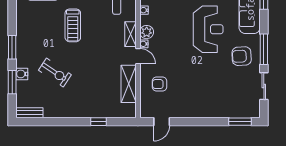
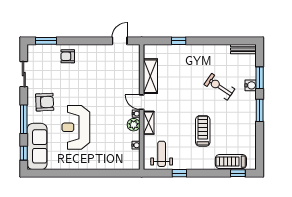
window: (264, 49) -> (24, 119), moved
armchair: (159, 84) -> (68, 56), moved, turned 180

